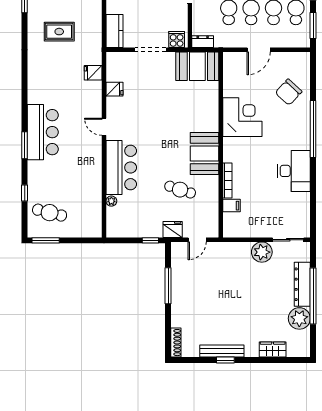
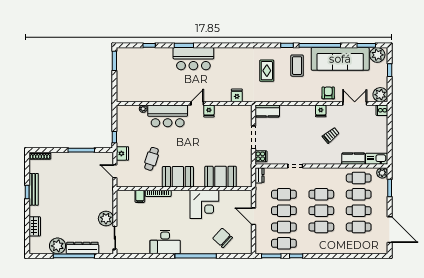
booth: (197, 66) -> (221, 177), moved, turned 90
fridge: (114, 89) -> (209, 111), moved
cafe table: (50, 213) -> (135, 64), removed

